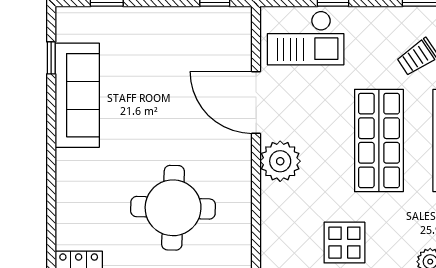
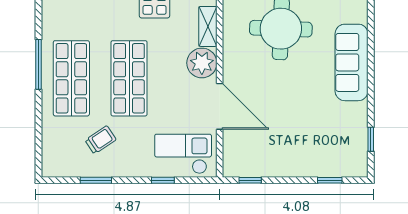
sofa: (77, 95) -> (352, 62), moved
shelving: (272, 211) -> (208, 26), added

